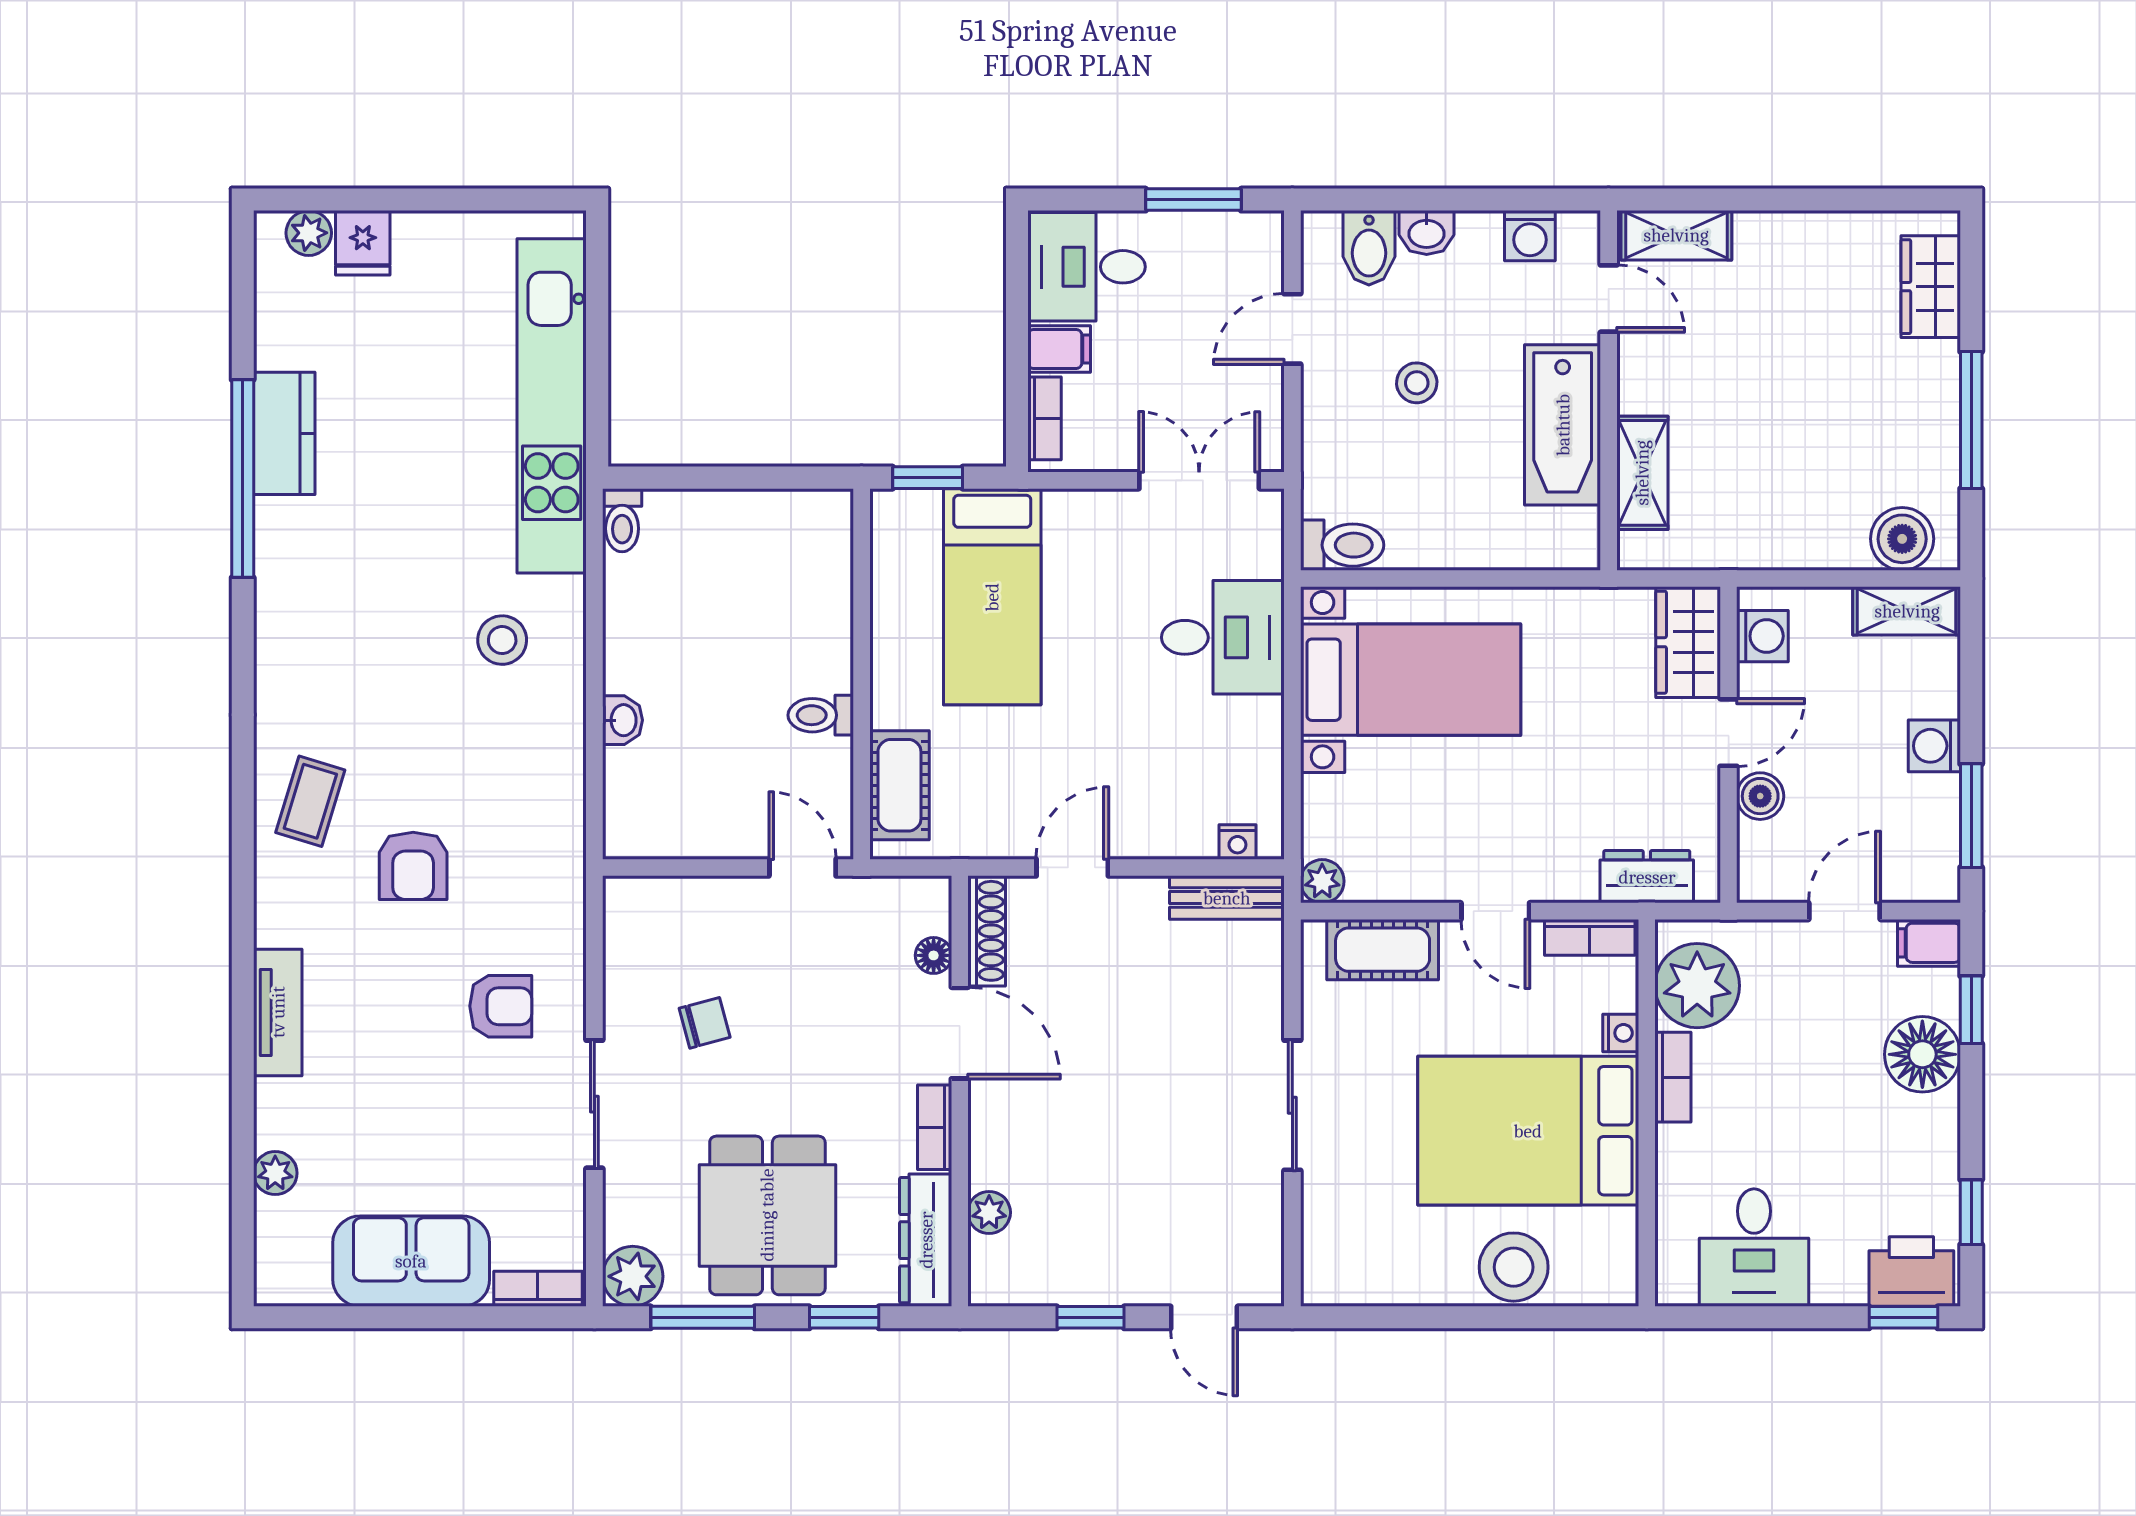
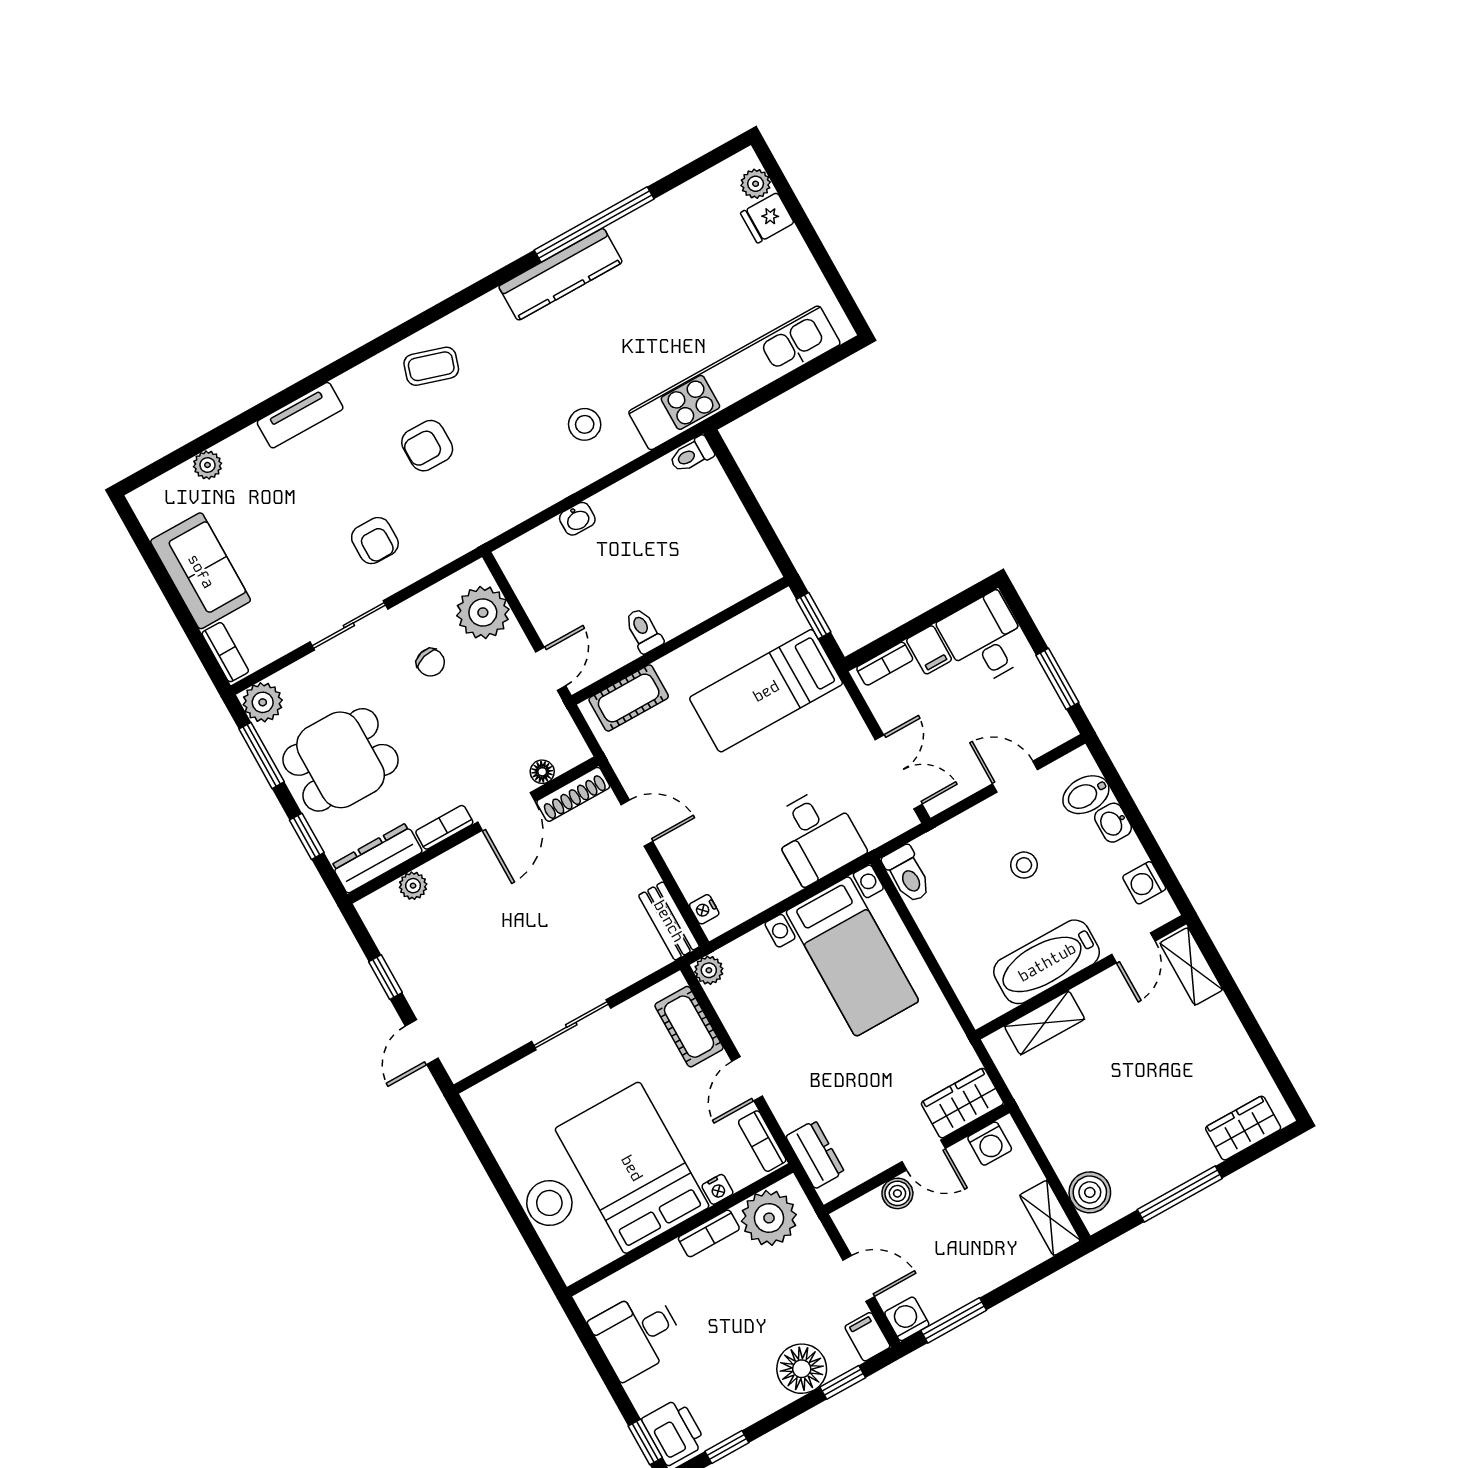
kitchen counter: (284, 433) -> (561, 274), moved, width x1.50
washing machine: (1934, 746) -> (907, 1319), moved
plant: (677, 916) -> (483, 613), added

